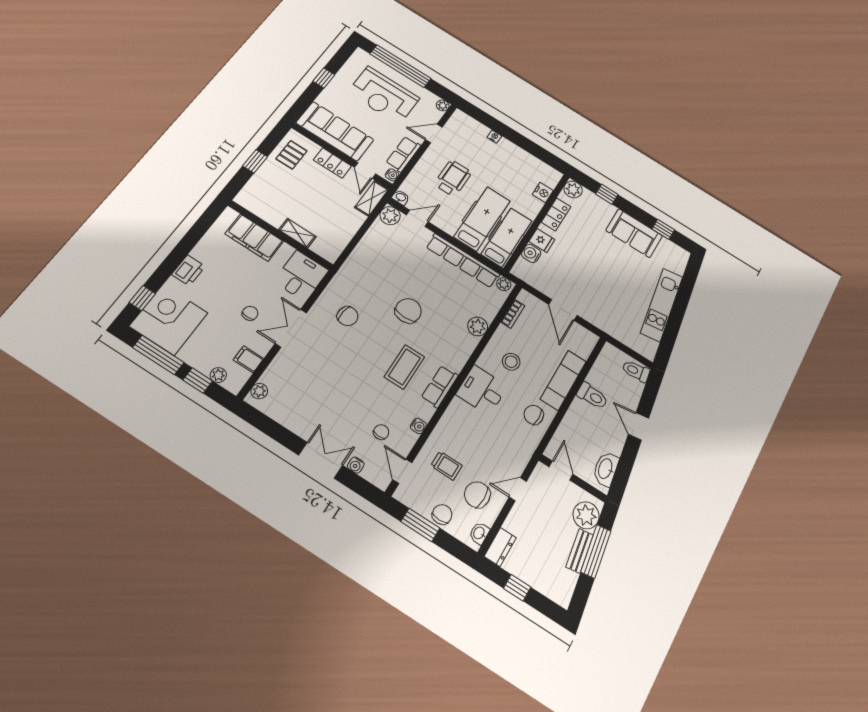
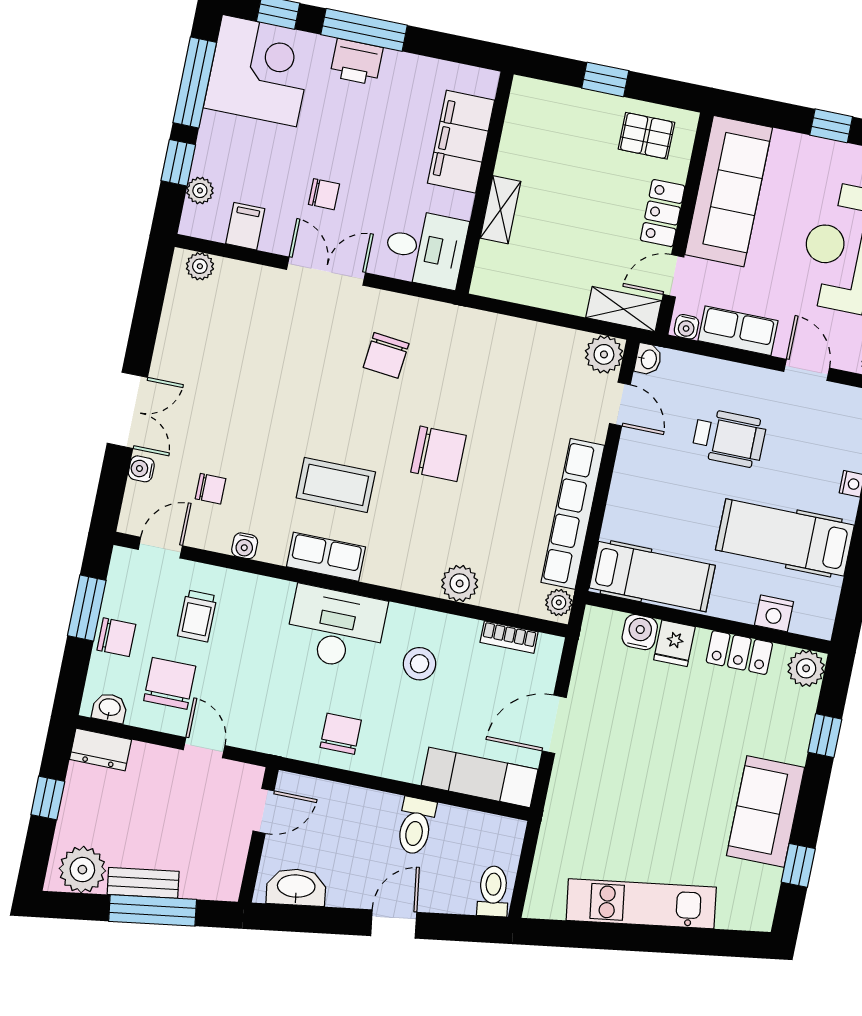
hospital bed: (482, 219) -> (785, 537), moved, turned 180
window: (174, 260) -> (364, 30), added
exam couch: (563, 380) -> (480, 777), moved
desk: (482, 390) -> (336, 628), width x1.37
plant: (586, 515) -> (82, 870), moved

